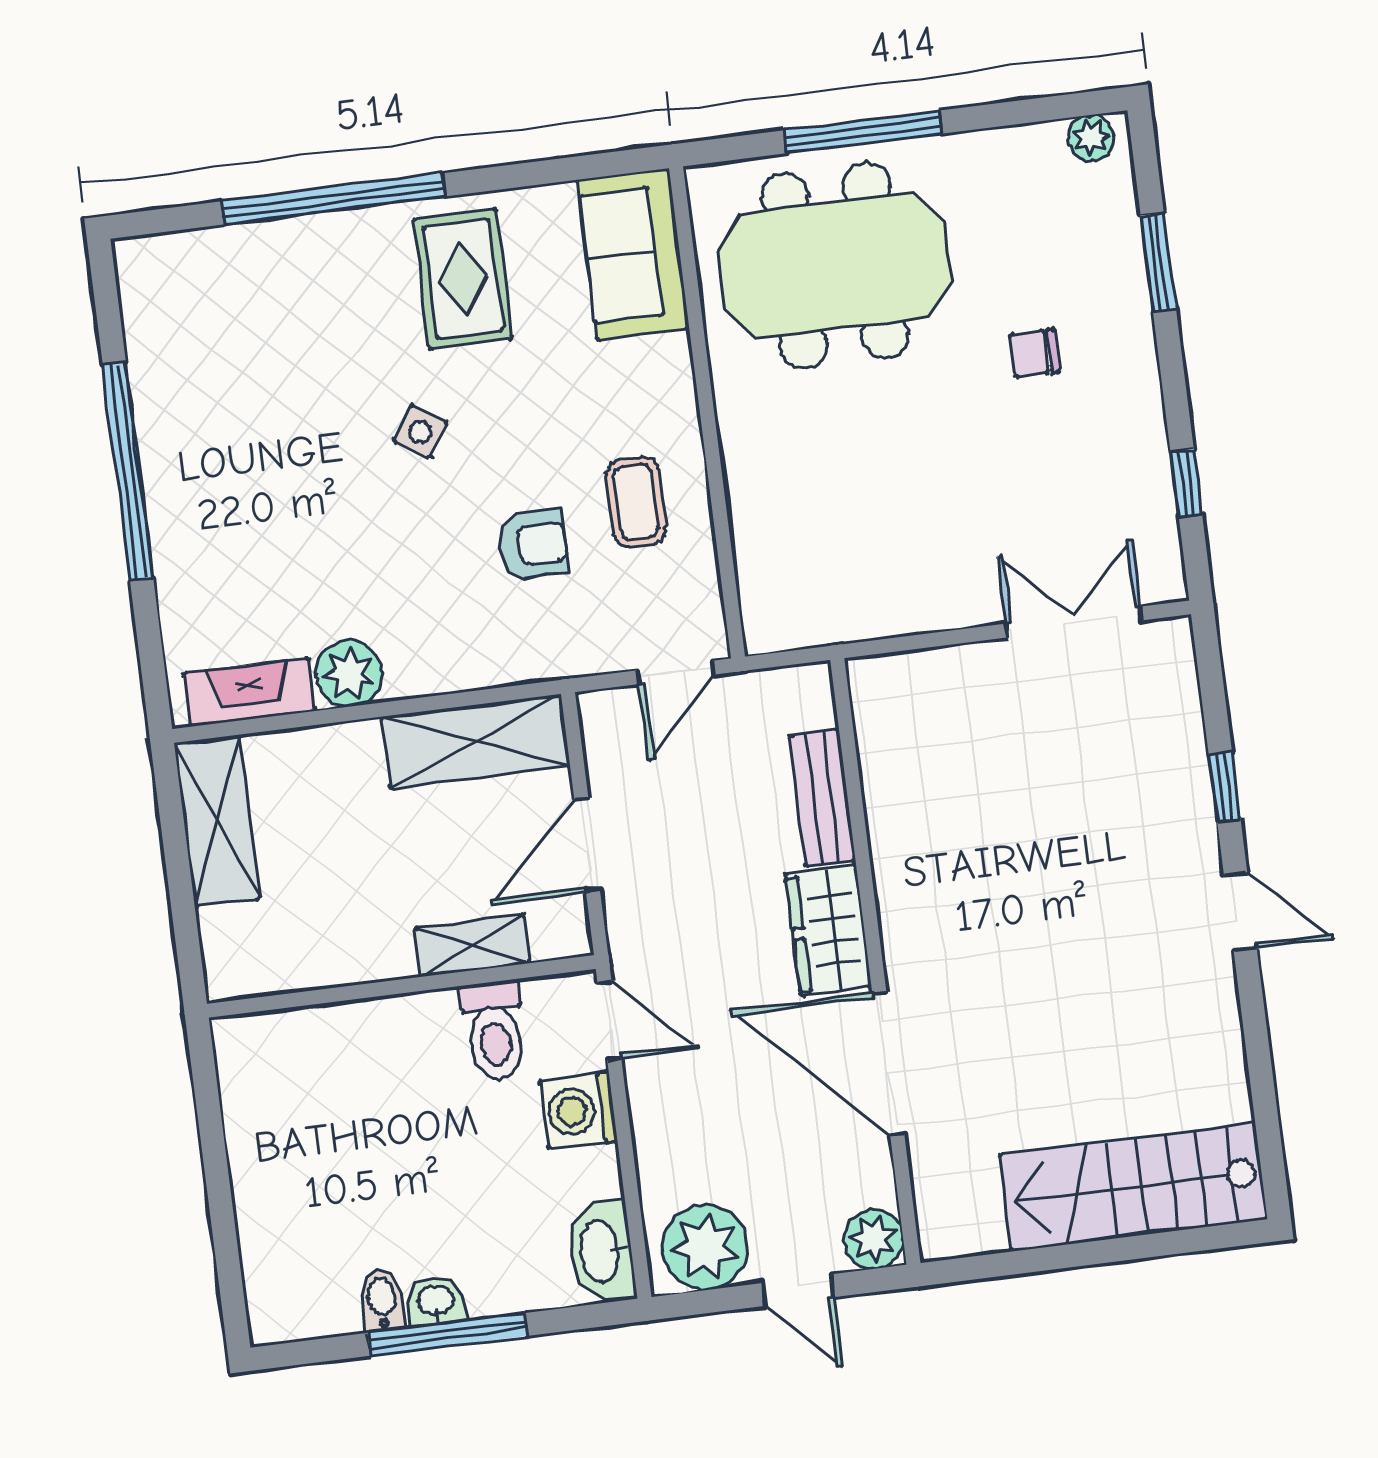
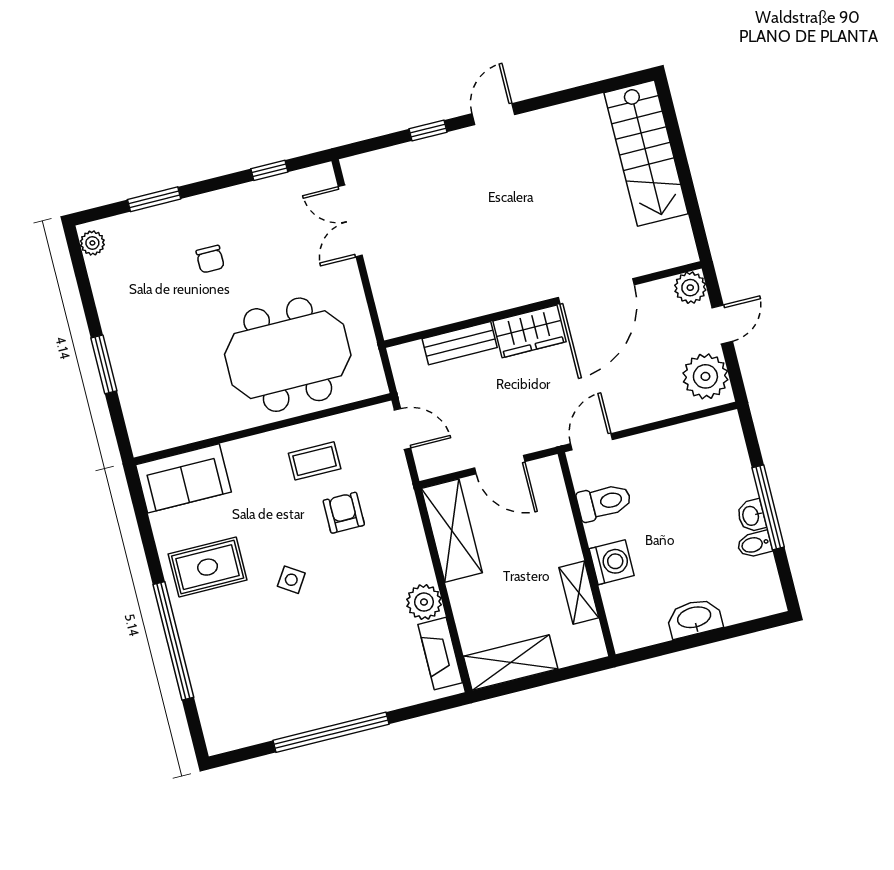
window: (863, 132) -> (104, 364), width x0.69
meeting table: (835, 265) -> (288, 355), moved, turned 90
shelving: (472, 946) -> (579, 593), moved
washing machine: (579, 1110) -> (612, 562), moved, turned -90
washbasin: (601, 1251) -> (694, 618), moved, turned 180

